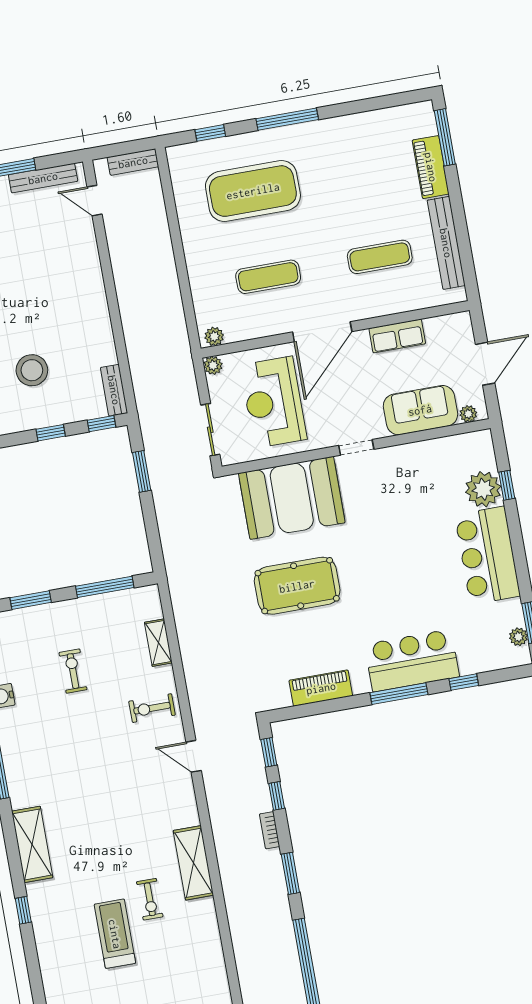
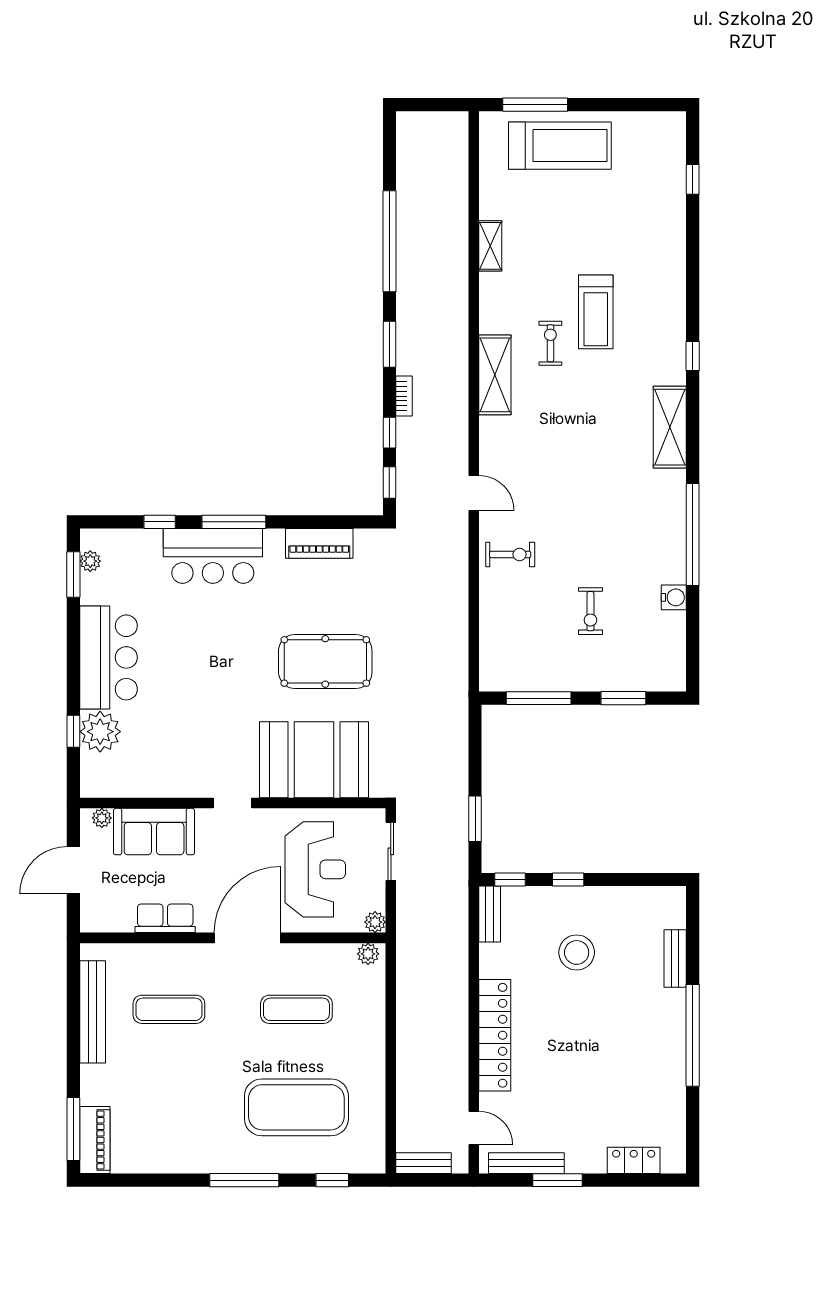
piano: (431, 167) -> (95, 1140), moved
locker: (91, 285) -> (495, 1035), added
shelving: (158, 643) -> (490, 246), moved

